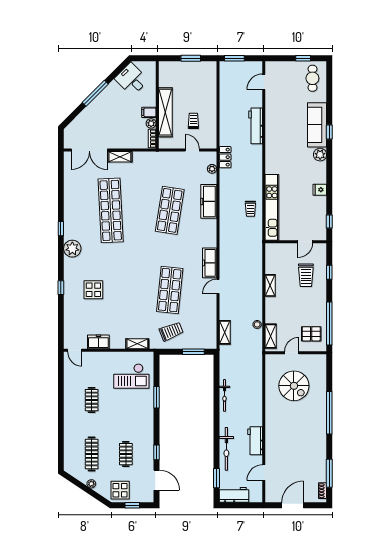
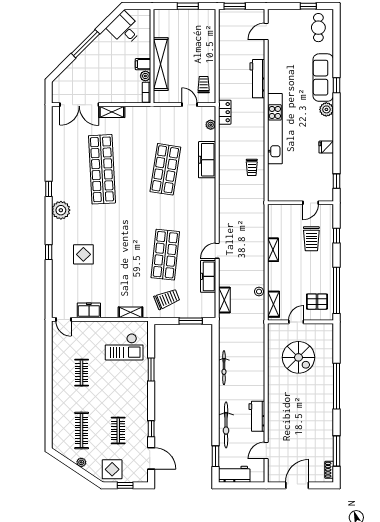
trolley: (193, 121) -> (204, 85), moved
kitchen unit: (272, 207) -> (275, 129), moved
freezer: (210, 263) -> (208, 276), moved

